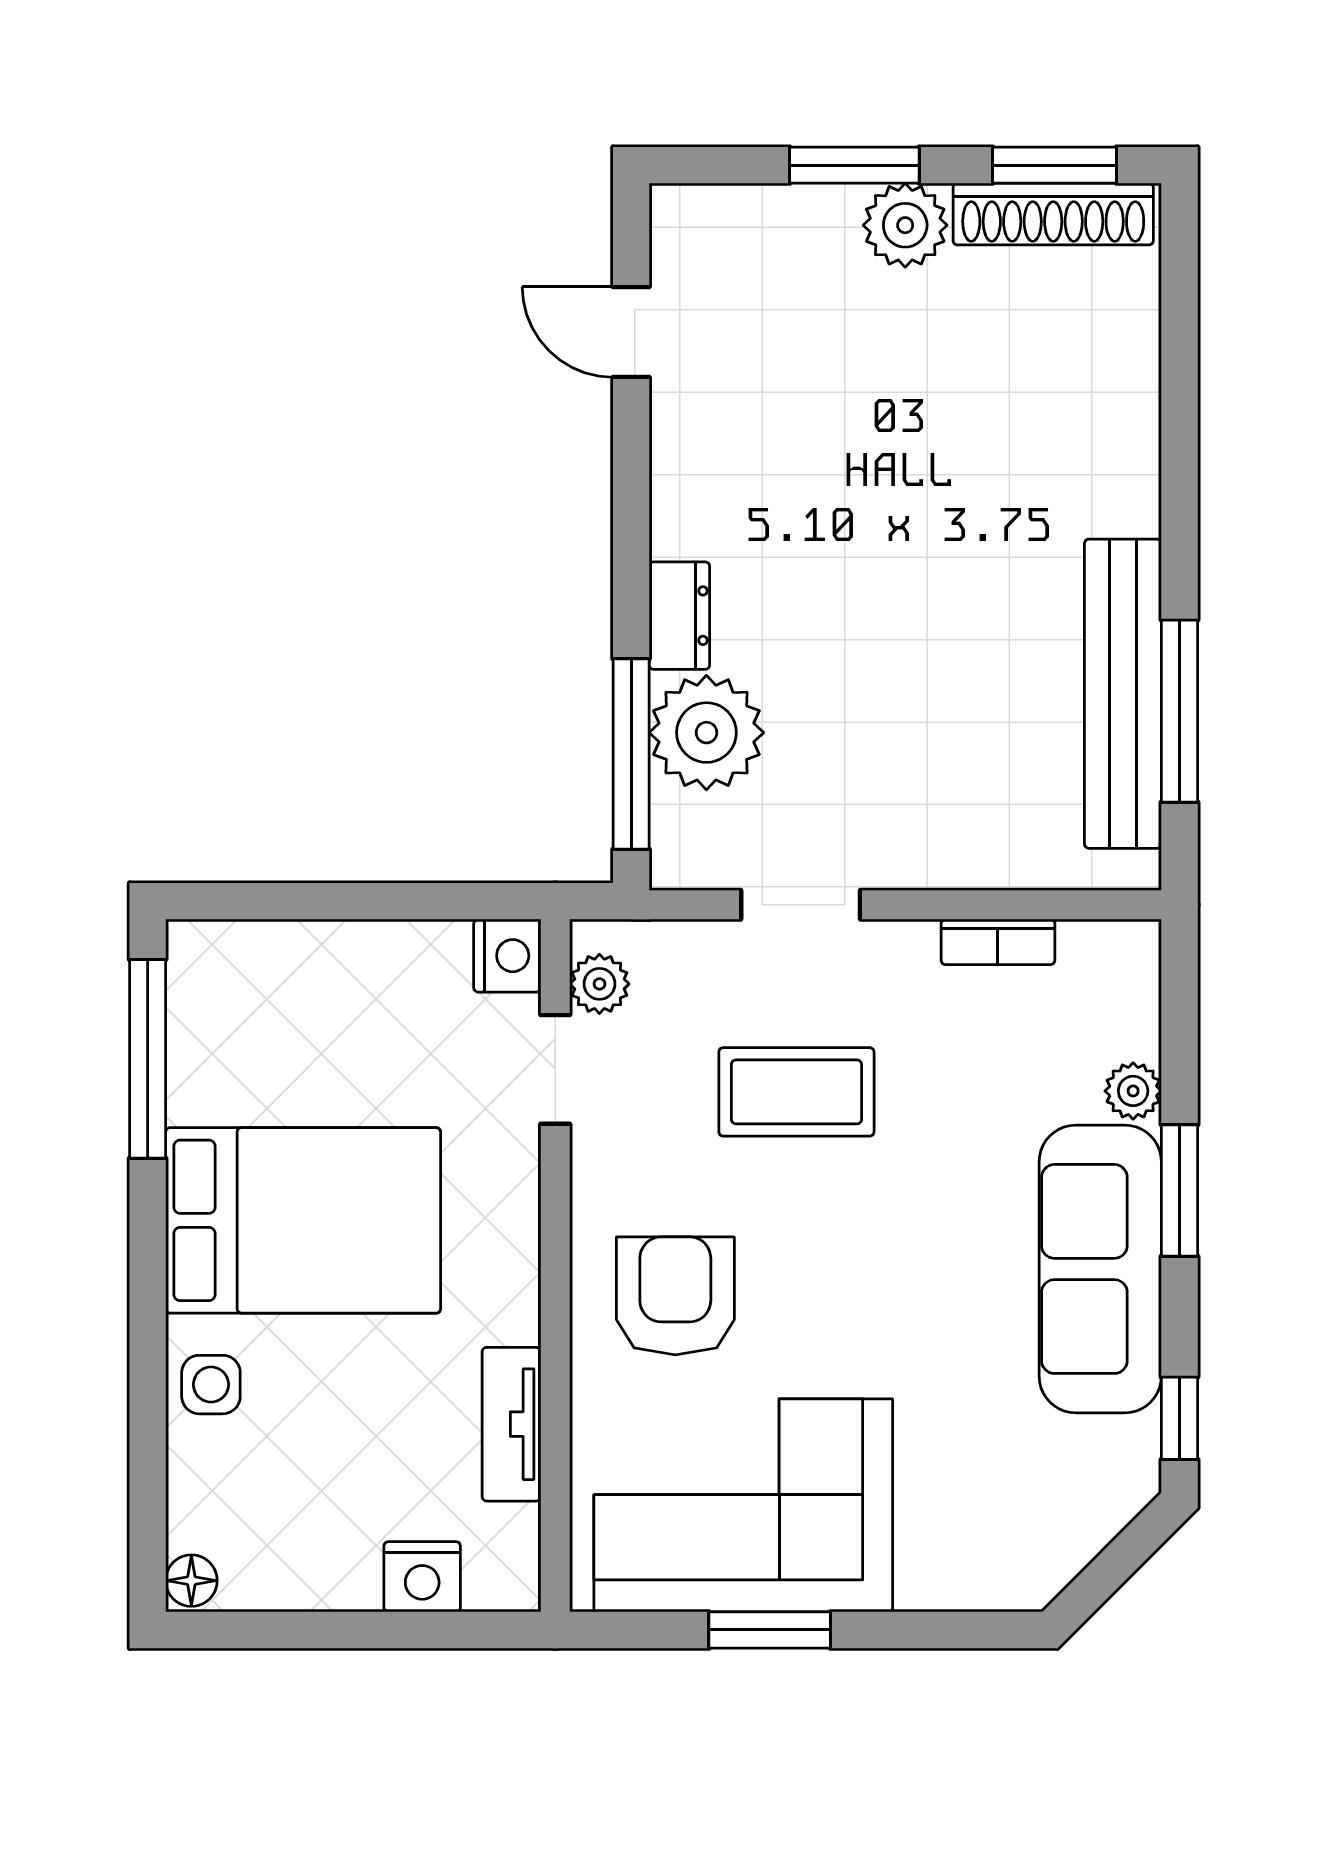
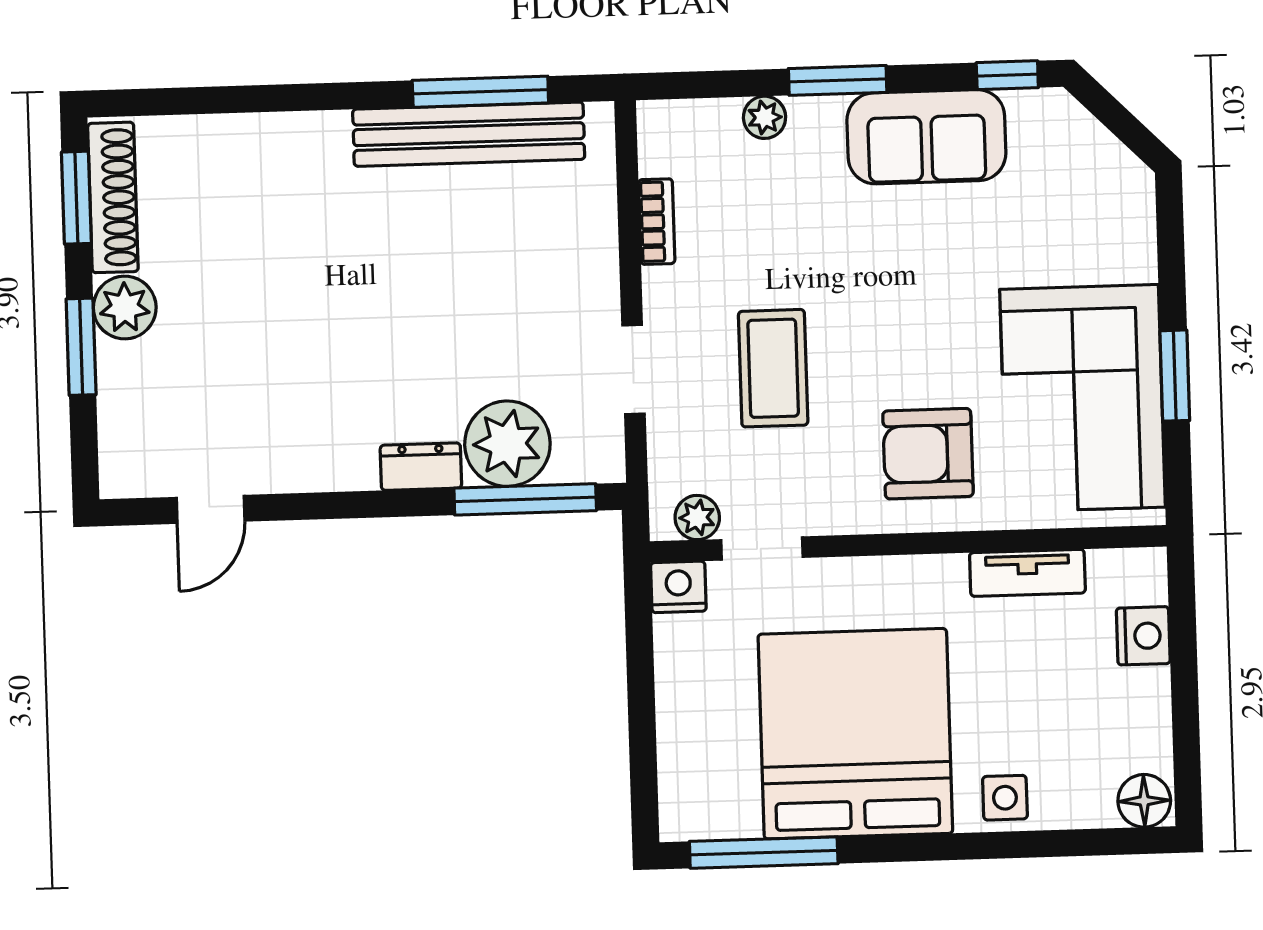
bed: (303, 1220) -> (855, 734), width x1.36
sofa: (1100, 1269) -> (926, 137), width x0.73
floor lamp: (191, 1581) -> (1144, 801), width x1.37, depth x1.37

